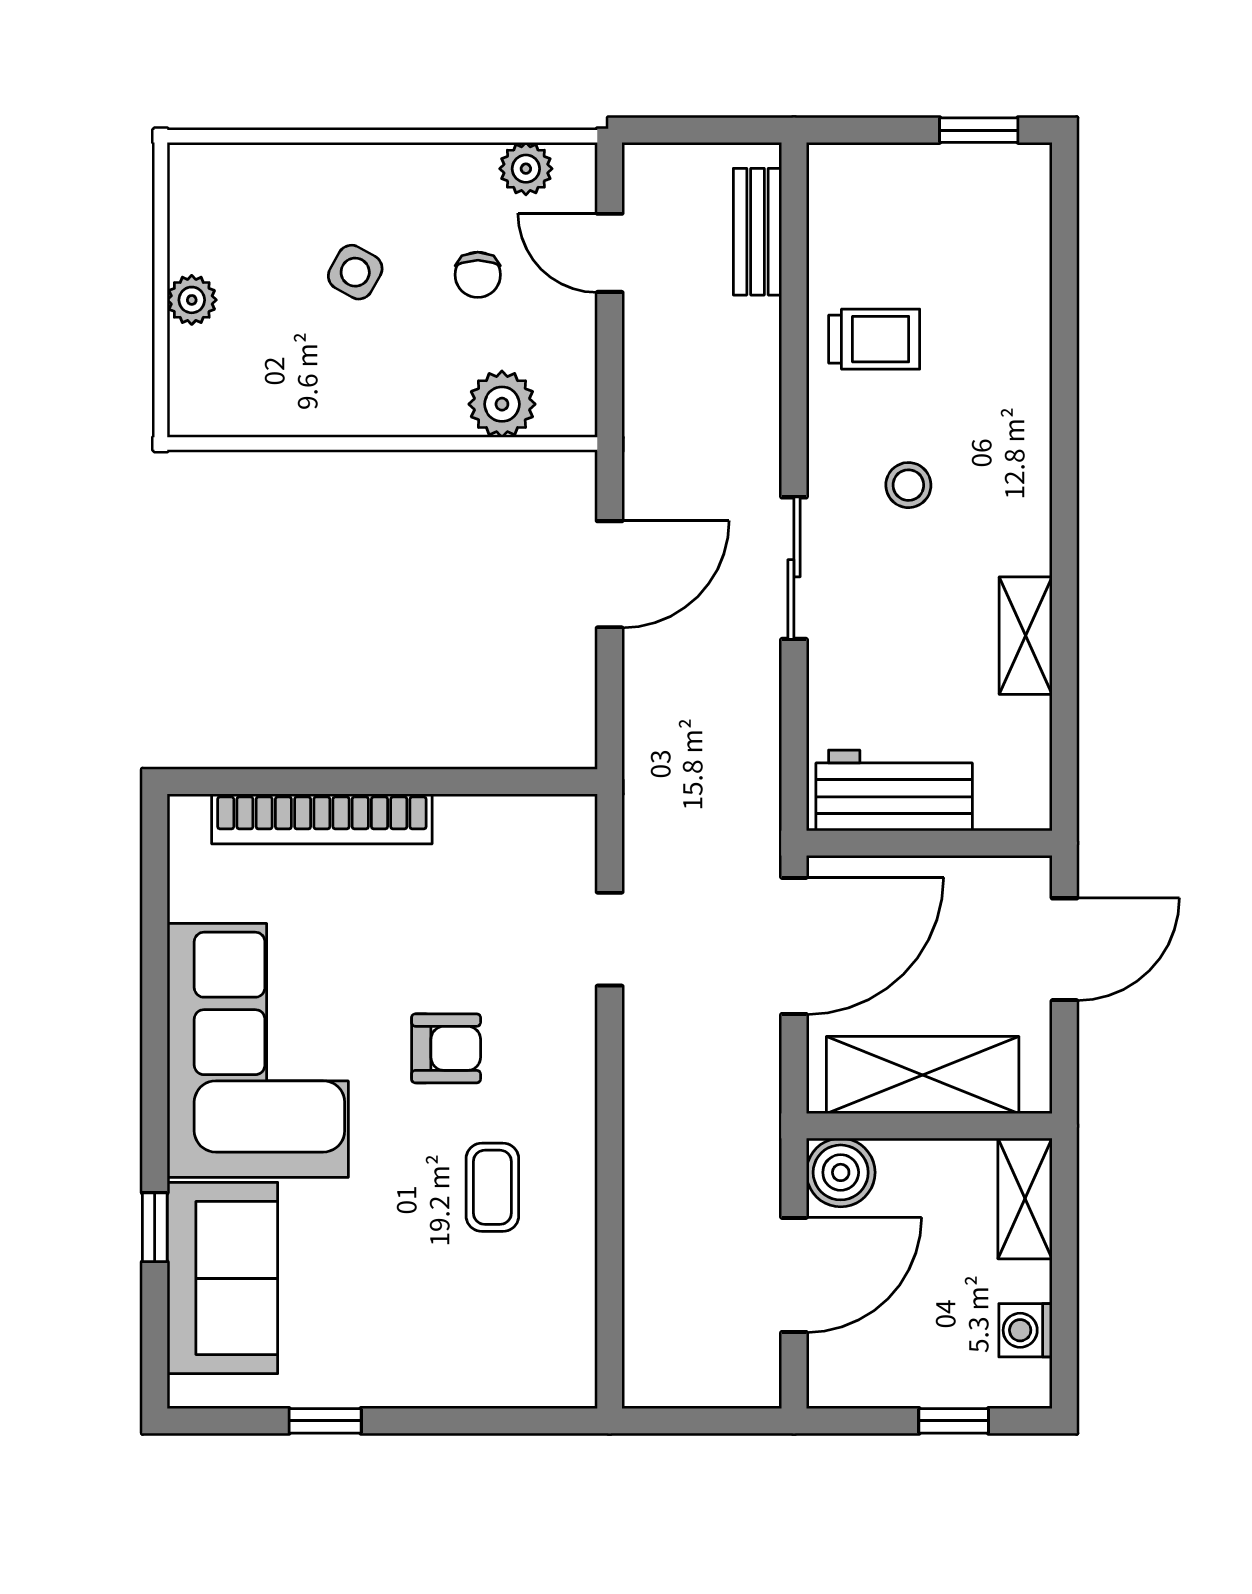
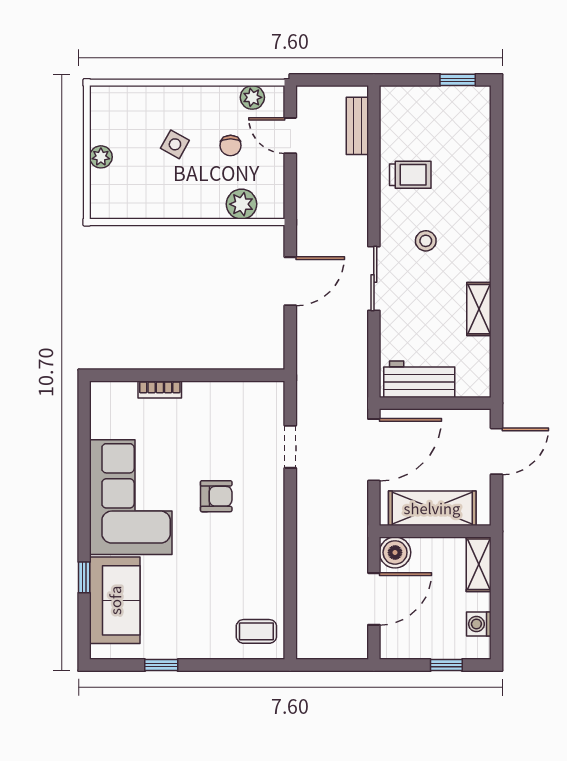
bookcase: (322, 819) -> (160, 389), width x0.43, depth x0.76
coffee table: (492, 1187) -> (256, 631), moved, turned 90

